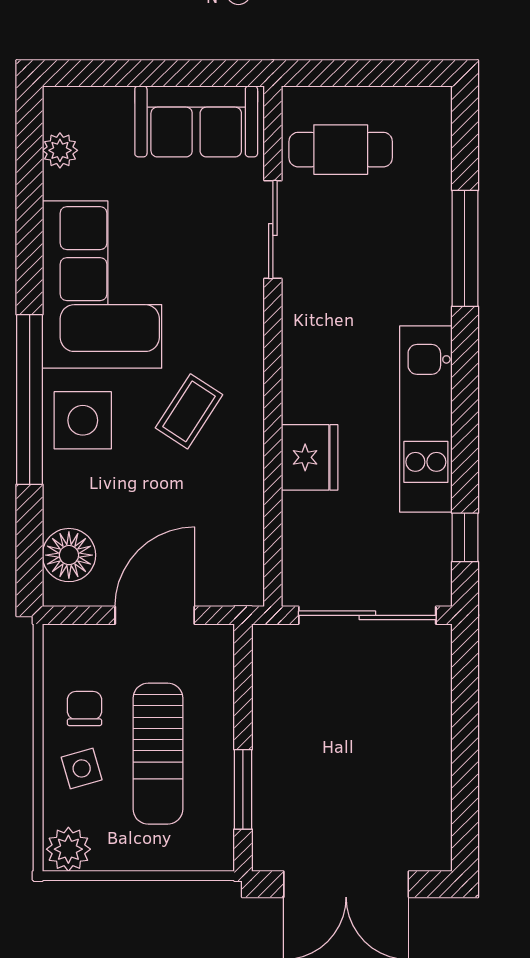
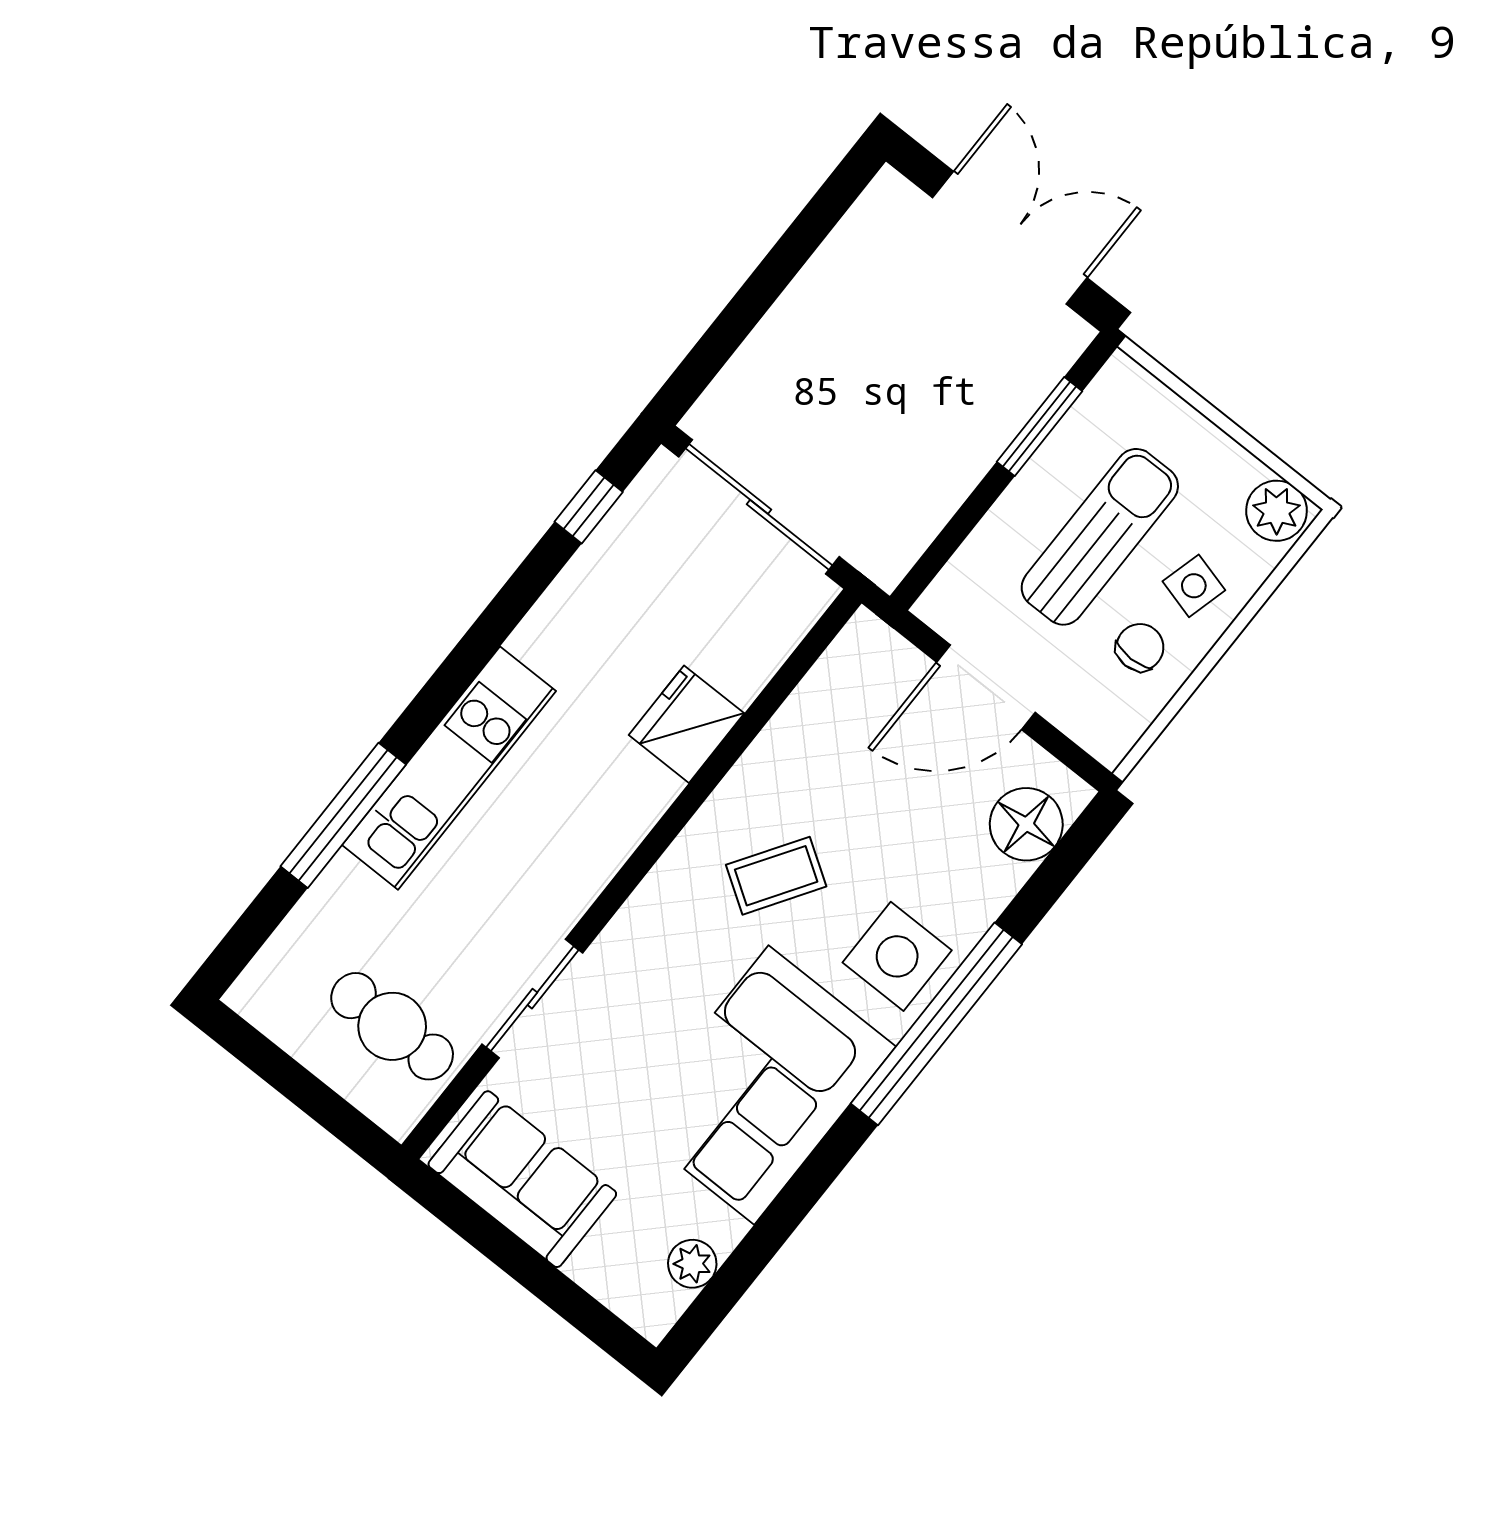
kitchen unit: (426, 419) -> (449, 768), moved
chair: (85, 709) -> (1140, 647), turned 180
side table: (82, 768) -> (1194, 586), turned 31

